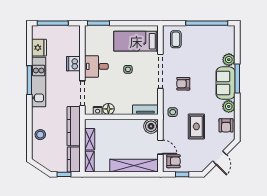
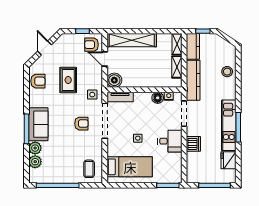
doorway: (160, 71) -> (105, 121), moved
plant: (229, 106) -> (35, 162), moved
armchair: (226, 125) -> (38, 81), turned 90

